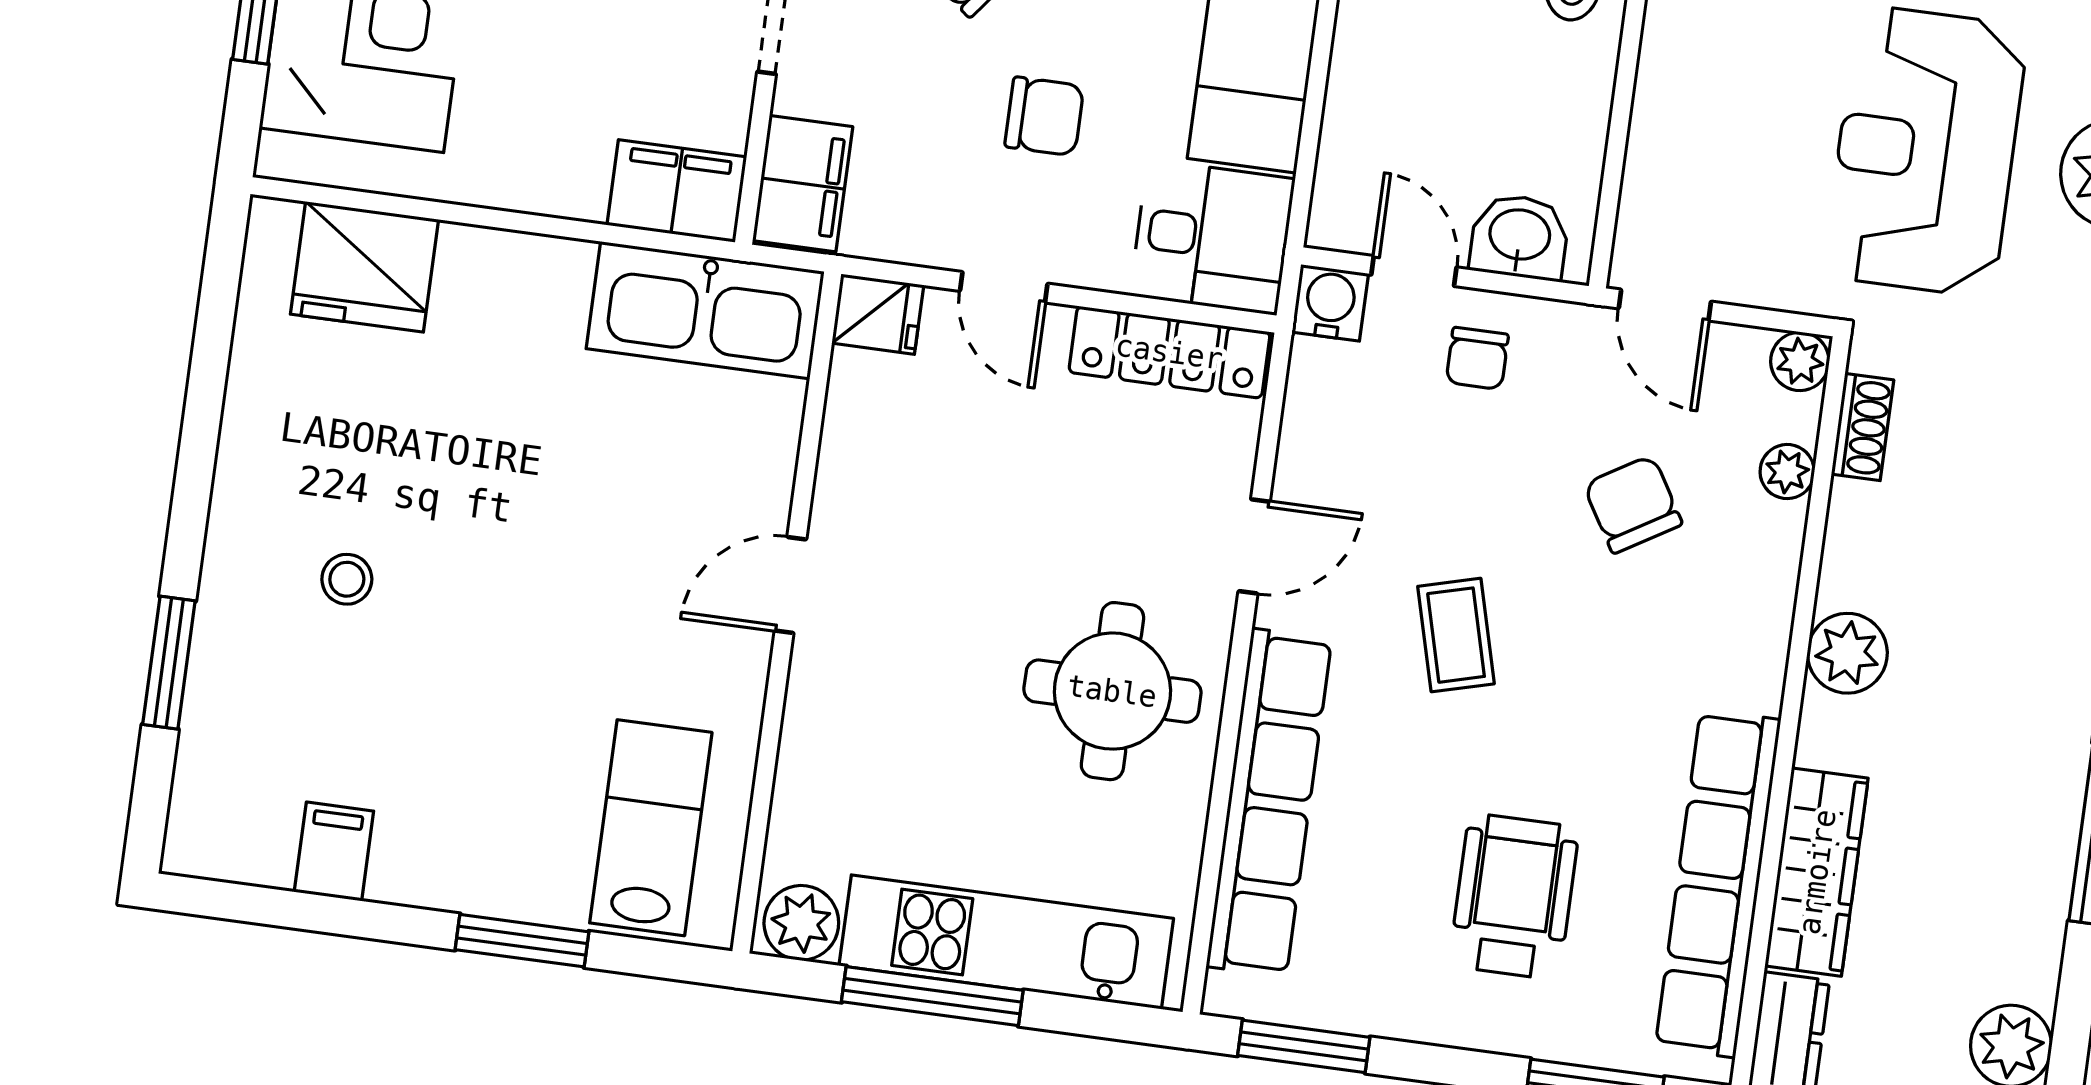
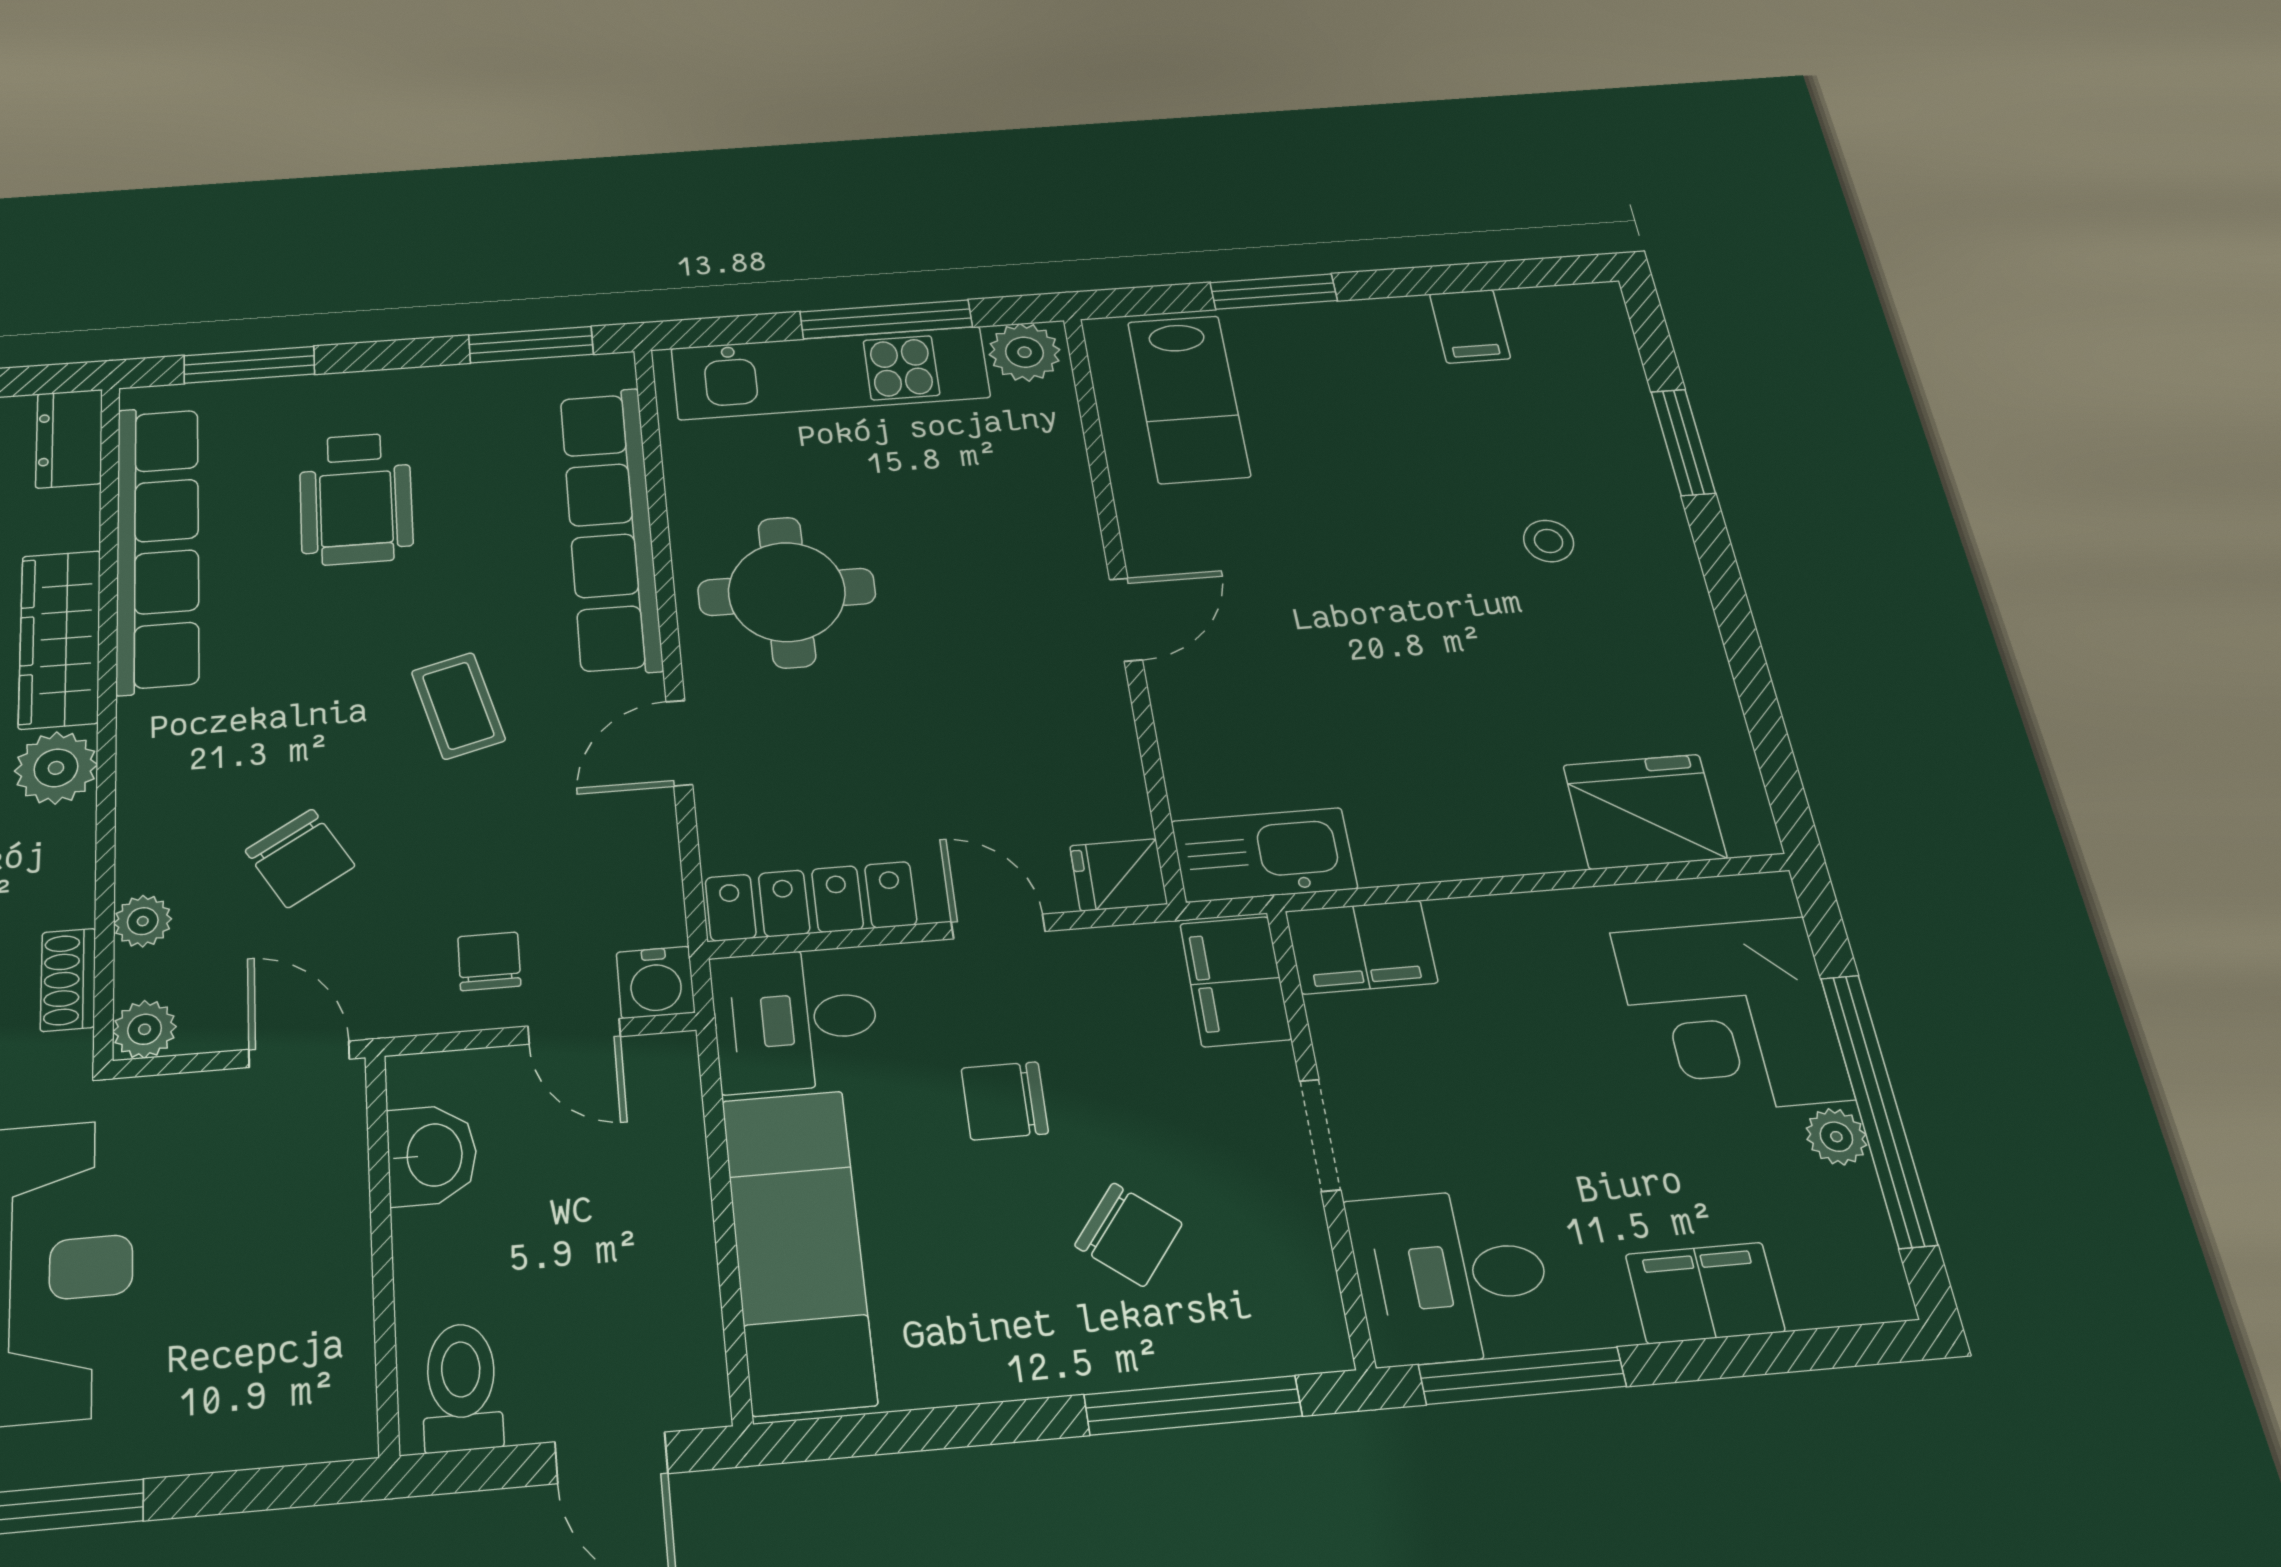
washbasin: (1519, 237) -> (432, 1155), moved, turned -90
kitchen sink: (705, 310) -> (1264, 855), width x0.73, depth x0.81
wardrobe: (1817, 872) -> (60, 639), moved

